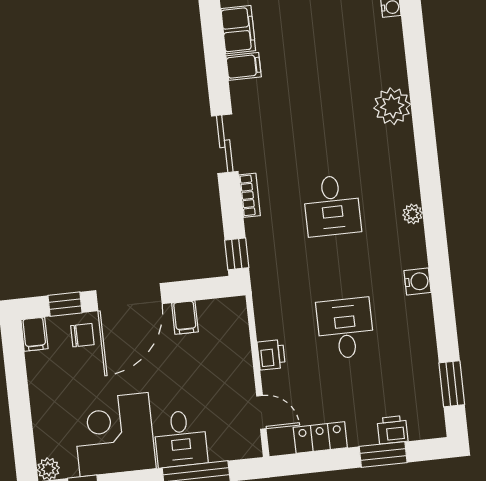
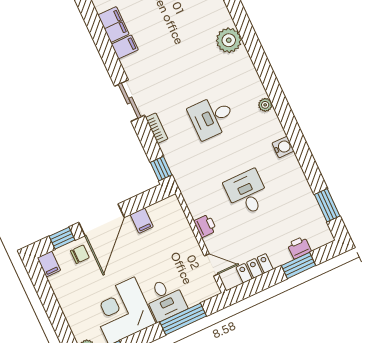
desk: (332, 206) -> (212, 117), turned 90

